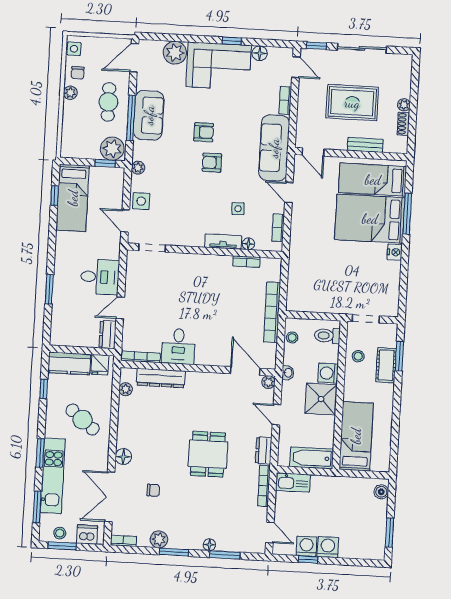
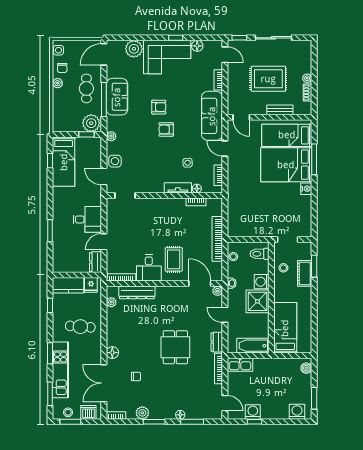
rug: (212, 337) -> (174, 259), added
cafe table: (83, 420) -> (80, 327), turned -35
washing machine: (328, 547) -> (297, 412), moved

